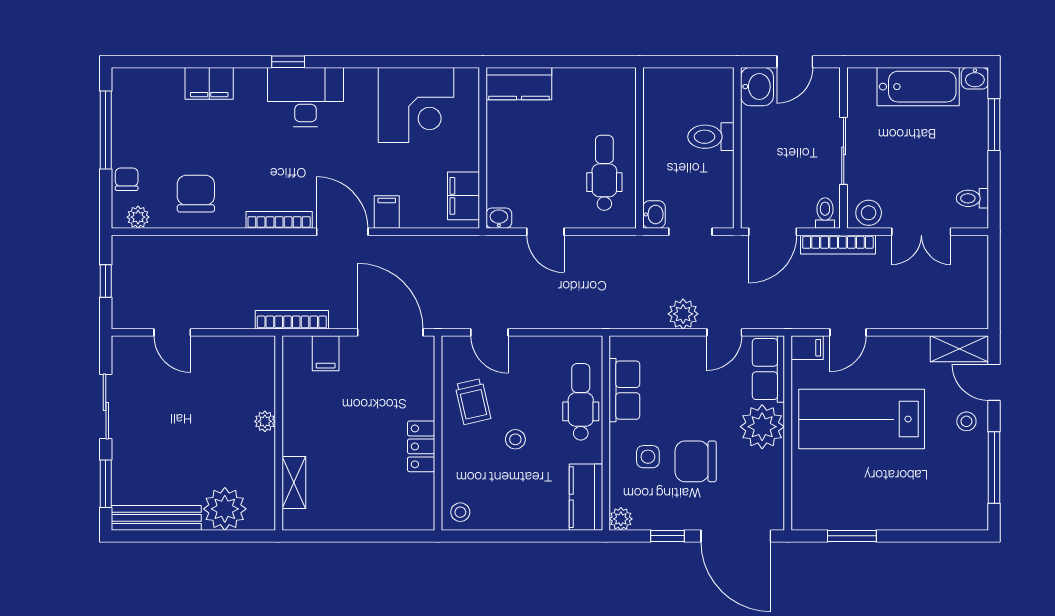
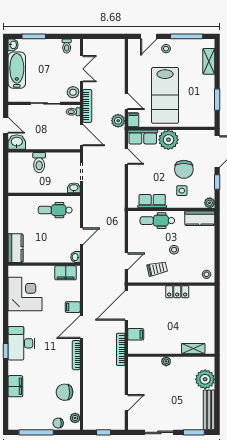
plant: (683, 314) -> (118, 121), moved
shelving: (959, 349) -> (209, 61), moved

